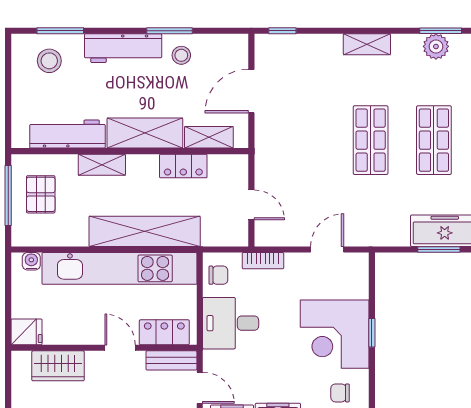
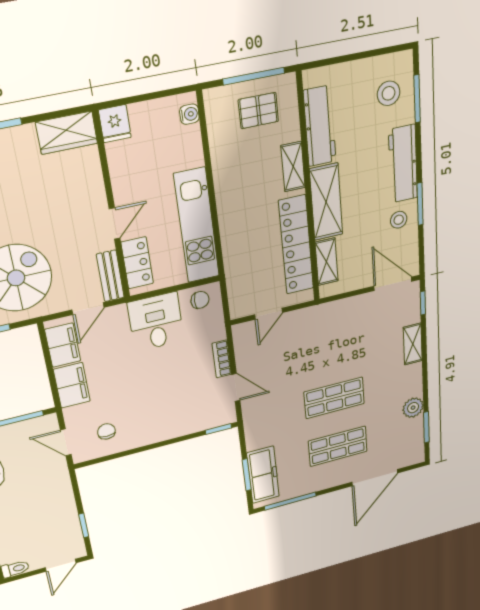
shelving: (367, 44) -> (413, 344), moved
plant: (436, 46) -> (413, 408), moved
door: (251, 91) -> (393, 284), moved
locker: (183, 166) -> (296, 245), width x2.16, depth x1.21
shelving: (145, 231) -> (233, 222), removed
bookcase: (263, 261) -> (222, 359), moved
kitchen unit: (119, 268) -> (197, 226), width x0.73
chair: (218, 275) -> (200, 300), turned -90
window: (372, 333) -> (218, 429), moved
corner desk: (335, 334) -> (160, 413), removed
wardrobe: (58, 366) -> (67, 133), moved, turned -90

